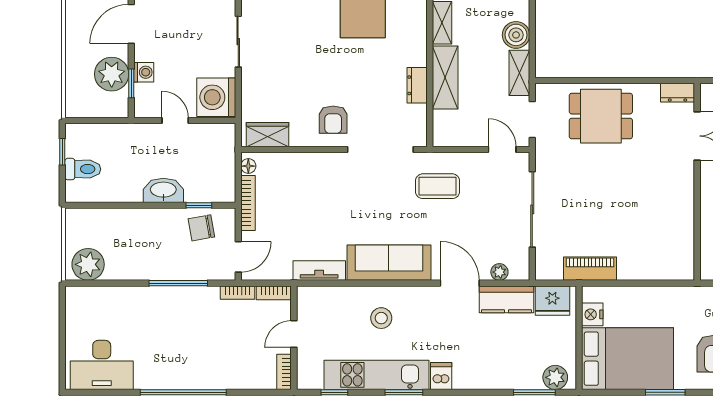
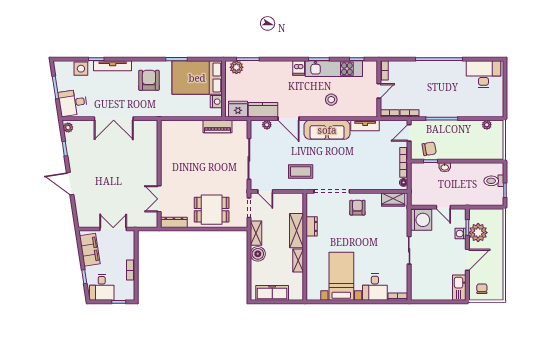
dresser: (678, 93) -> (174, 222), width x1.44
washbasin: (163, 190) -> (445, 167), width x0.52, depth x0.69
plant: (88, 264) -> (487, 125), width x0.53, depth x0.53

